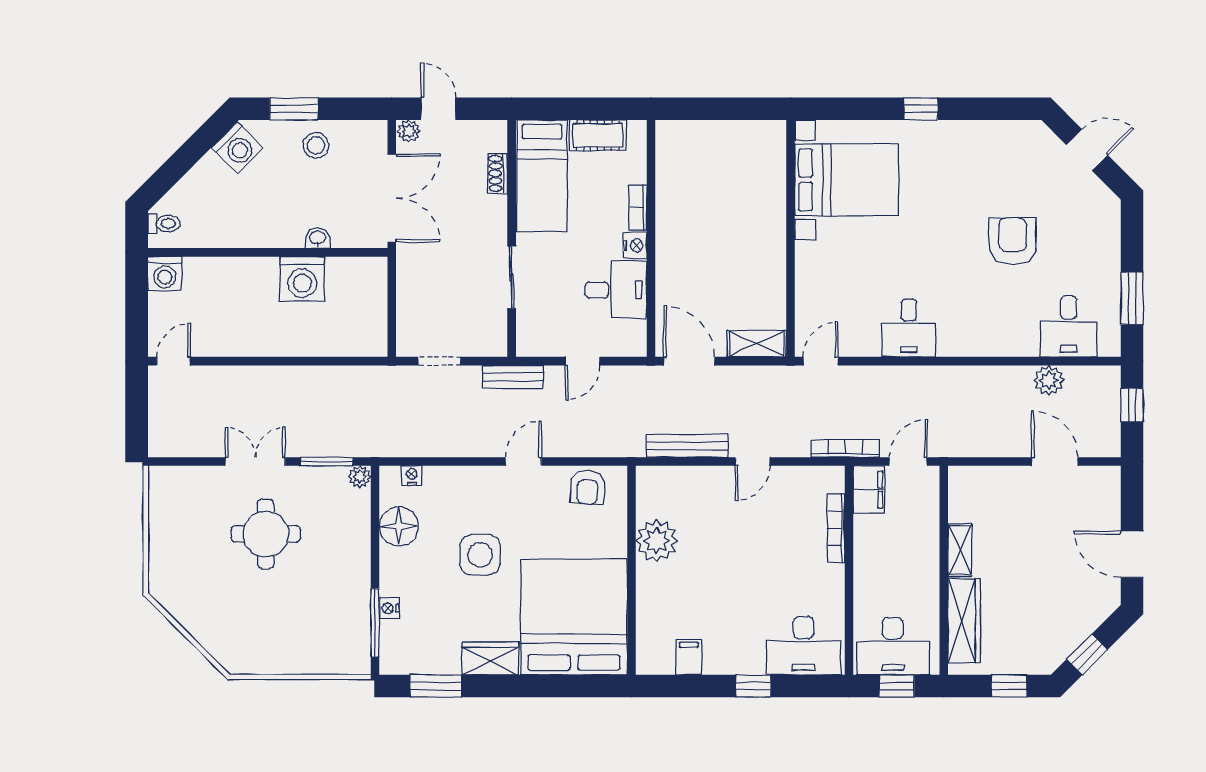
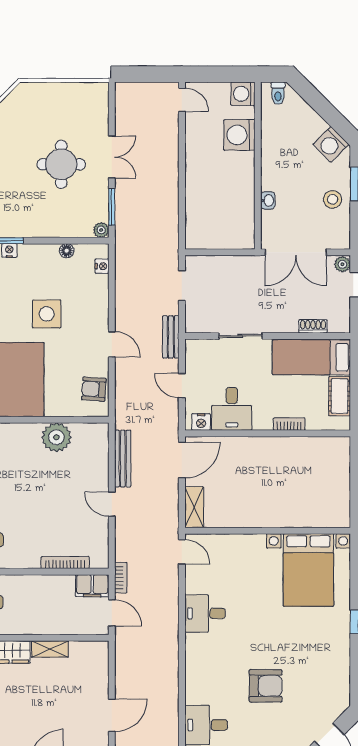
nightstand: (635, 245) -> (201, 422), moved
washing machine: (302, 279) -> (239, 135), moved
plant: (1049, 380) -> (169, 711), removed
bookcase: (845, 449) -> (121, 578), width x0.64
floor lamp: (399, 526) -> (67, 251), width x0.53, depth x0.53

